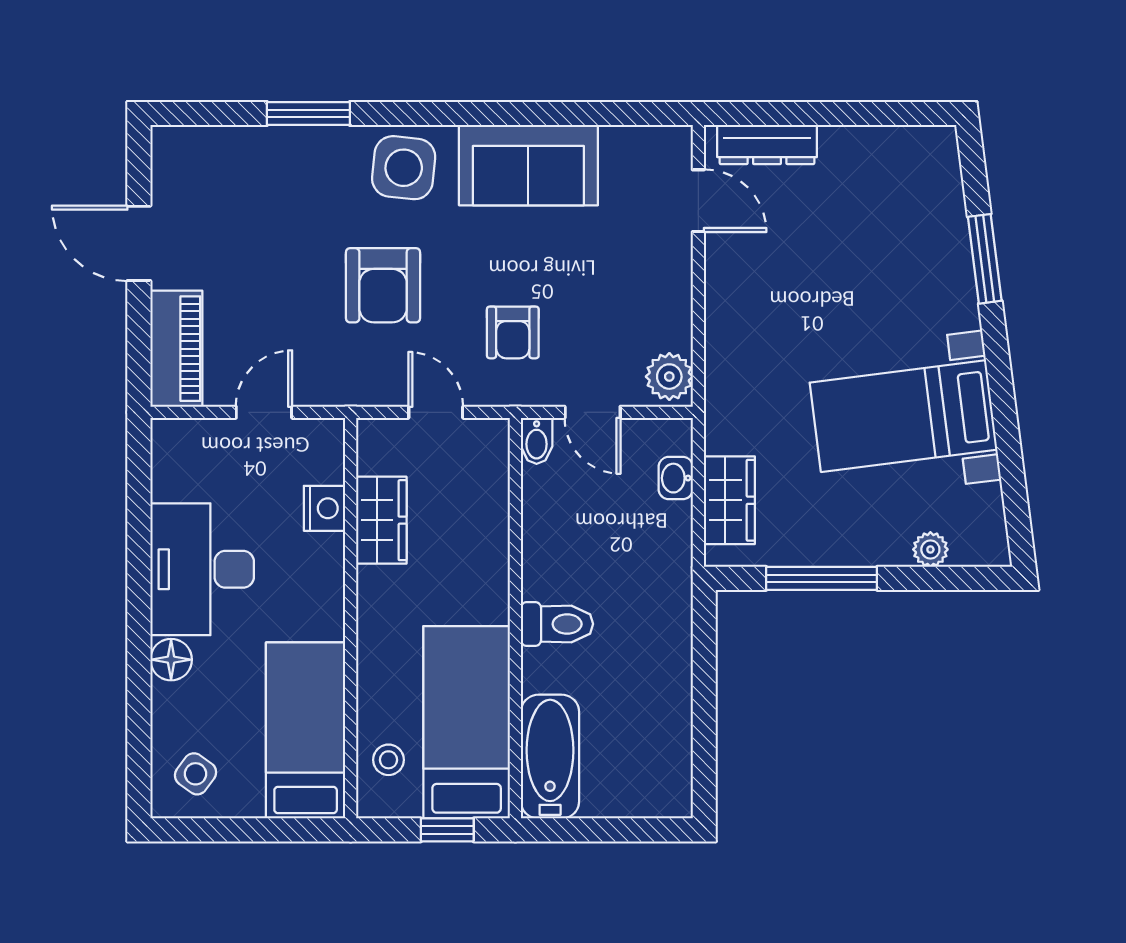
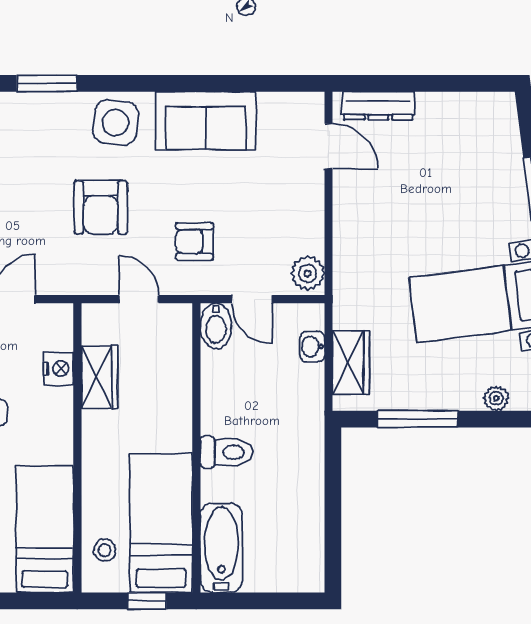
armchair: (513, 332) -> (194, 241), turned 90
bidet: (537, 441) -> (216, 326), width x1.38, depth x1.36

